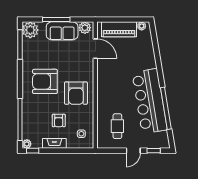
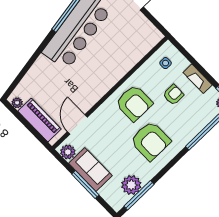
plant: (30, 30) -> (131, 185), moved
armchair: (76, 93) -> (134, 103), turned 90
cafe table: (117, 126) -> (128, 38), removed

